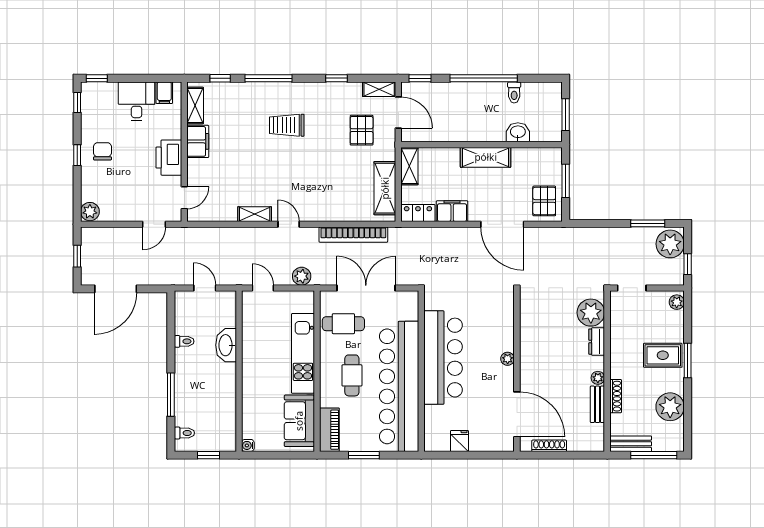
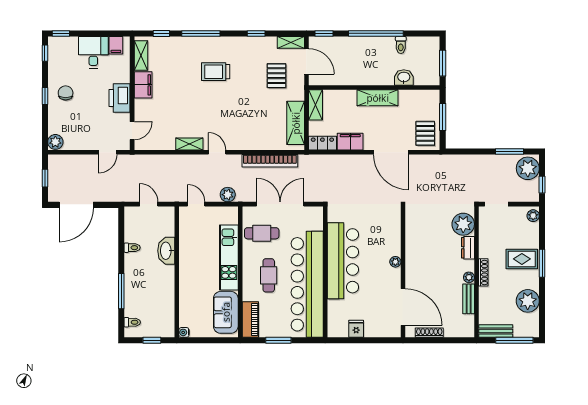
shoe rack: (616, 396) -> (483, 272), moved

